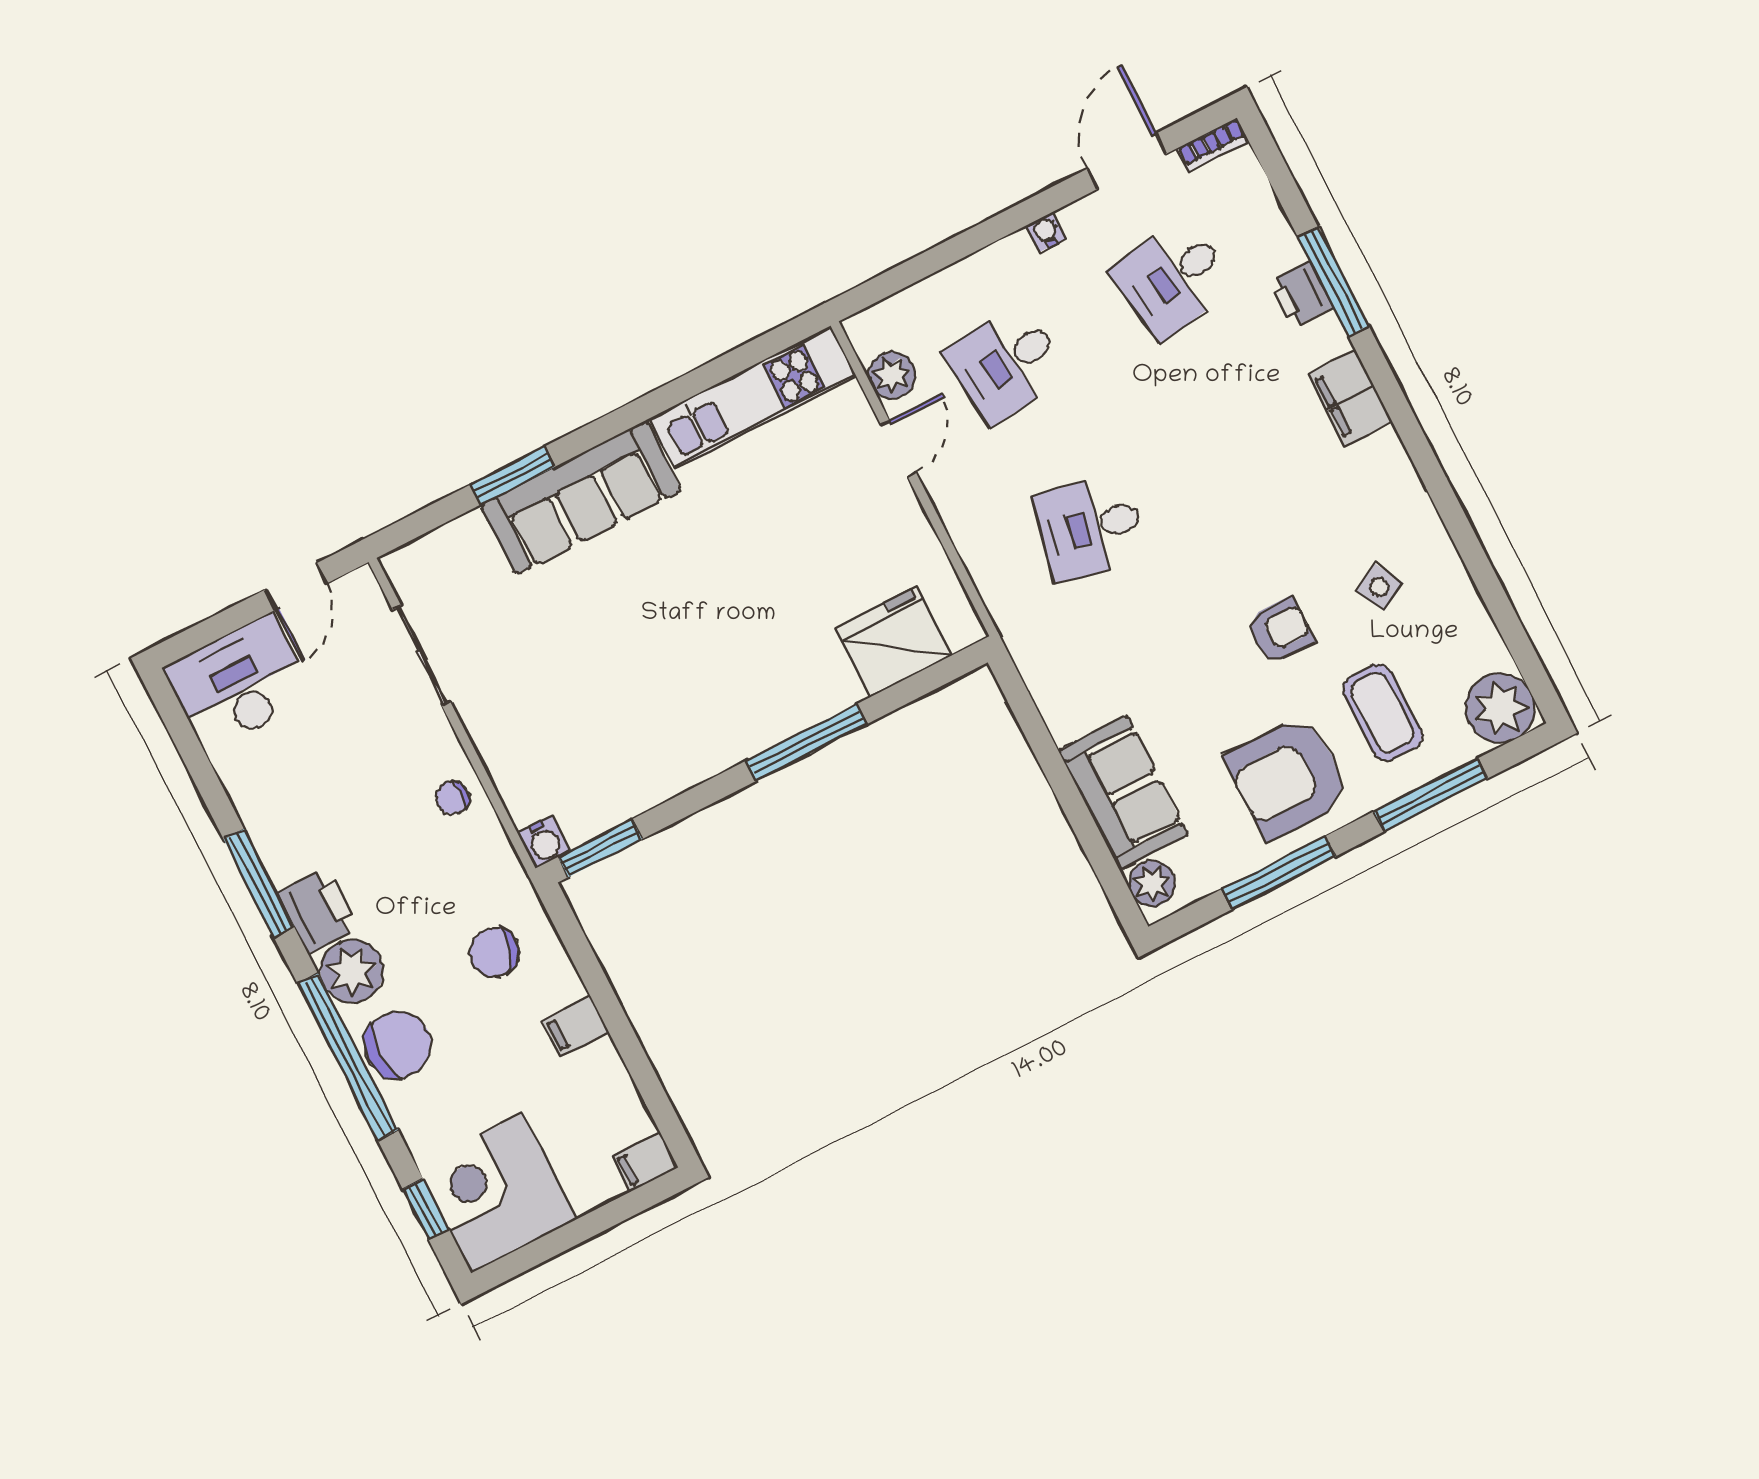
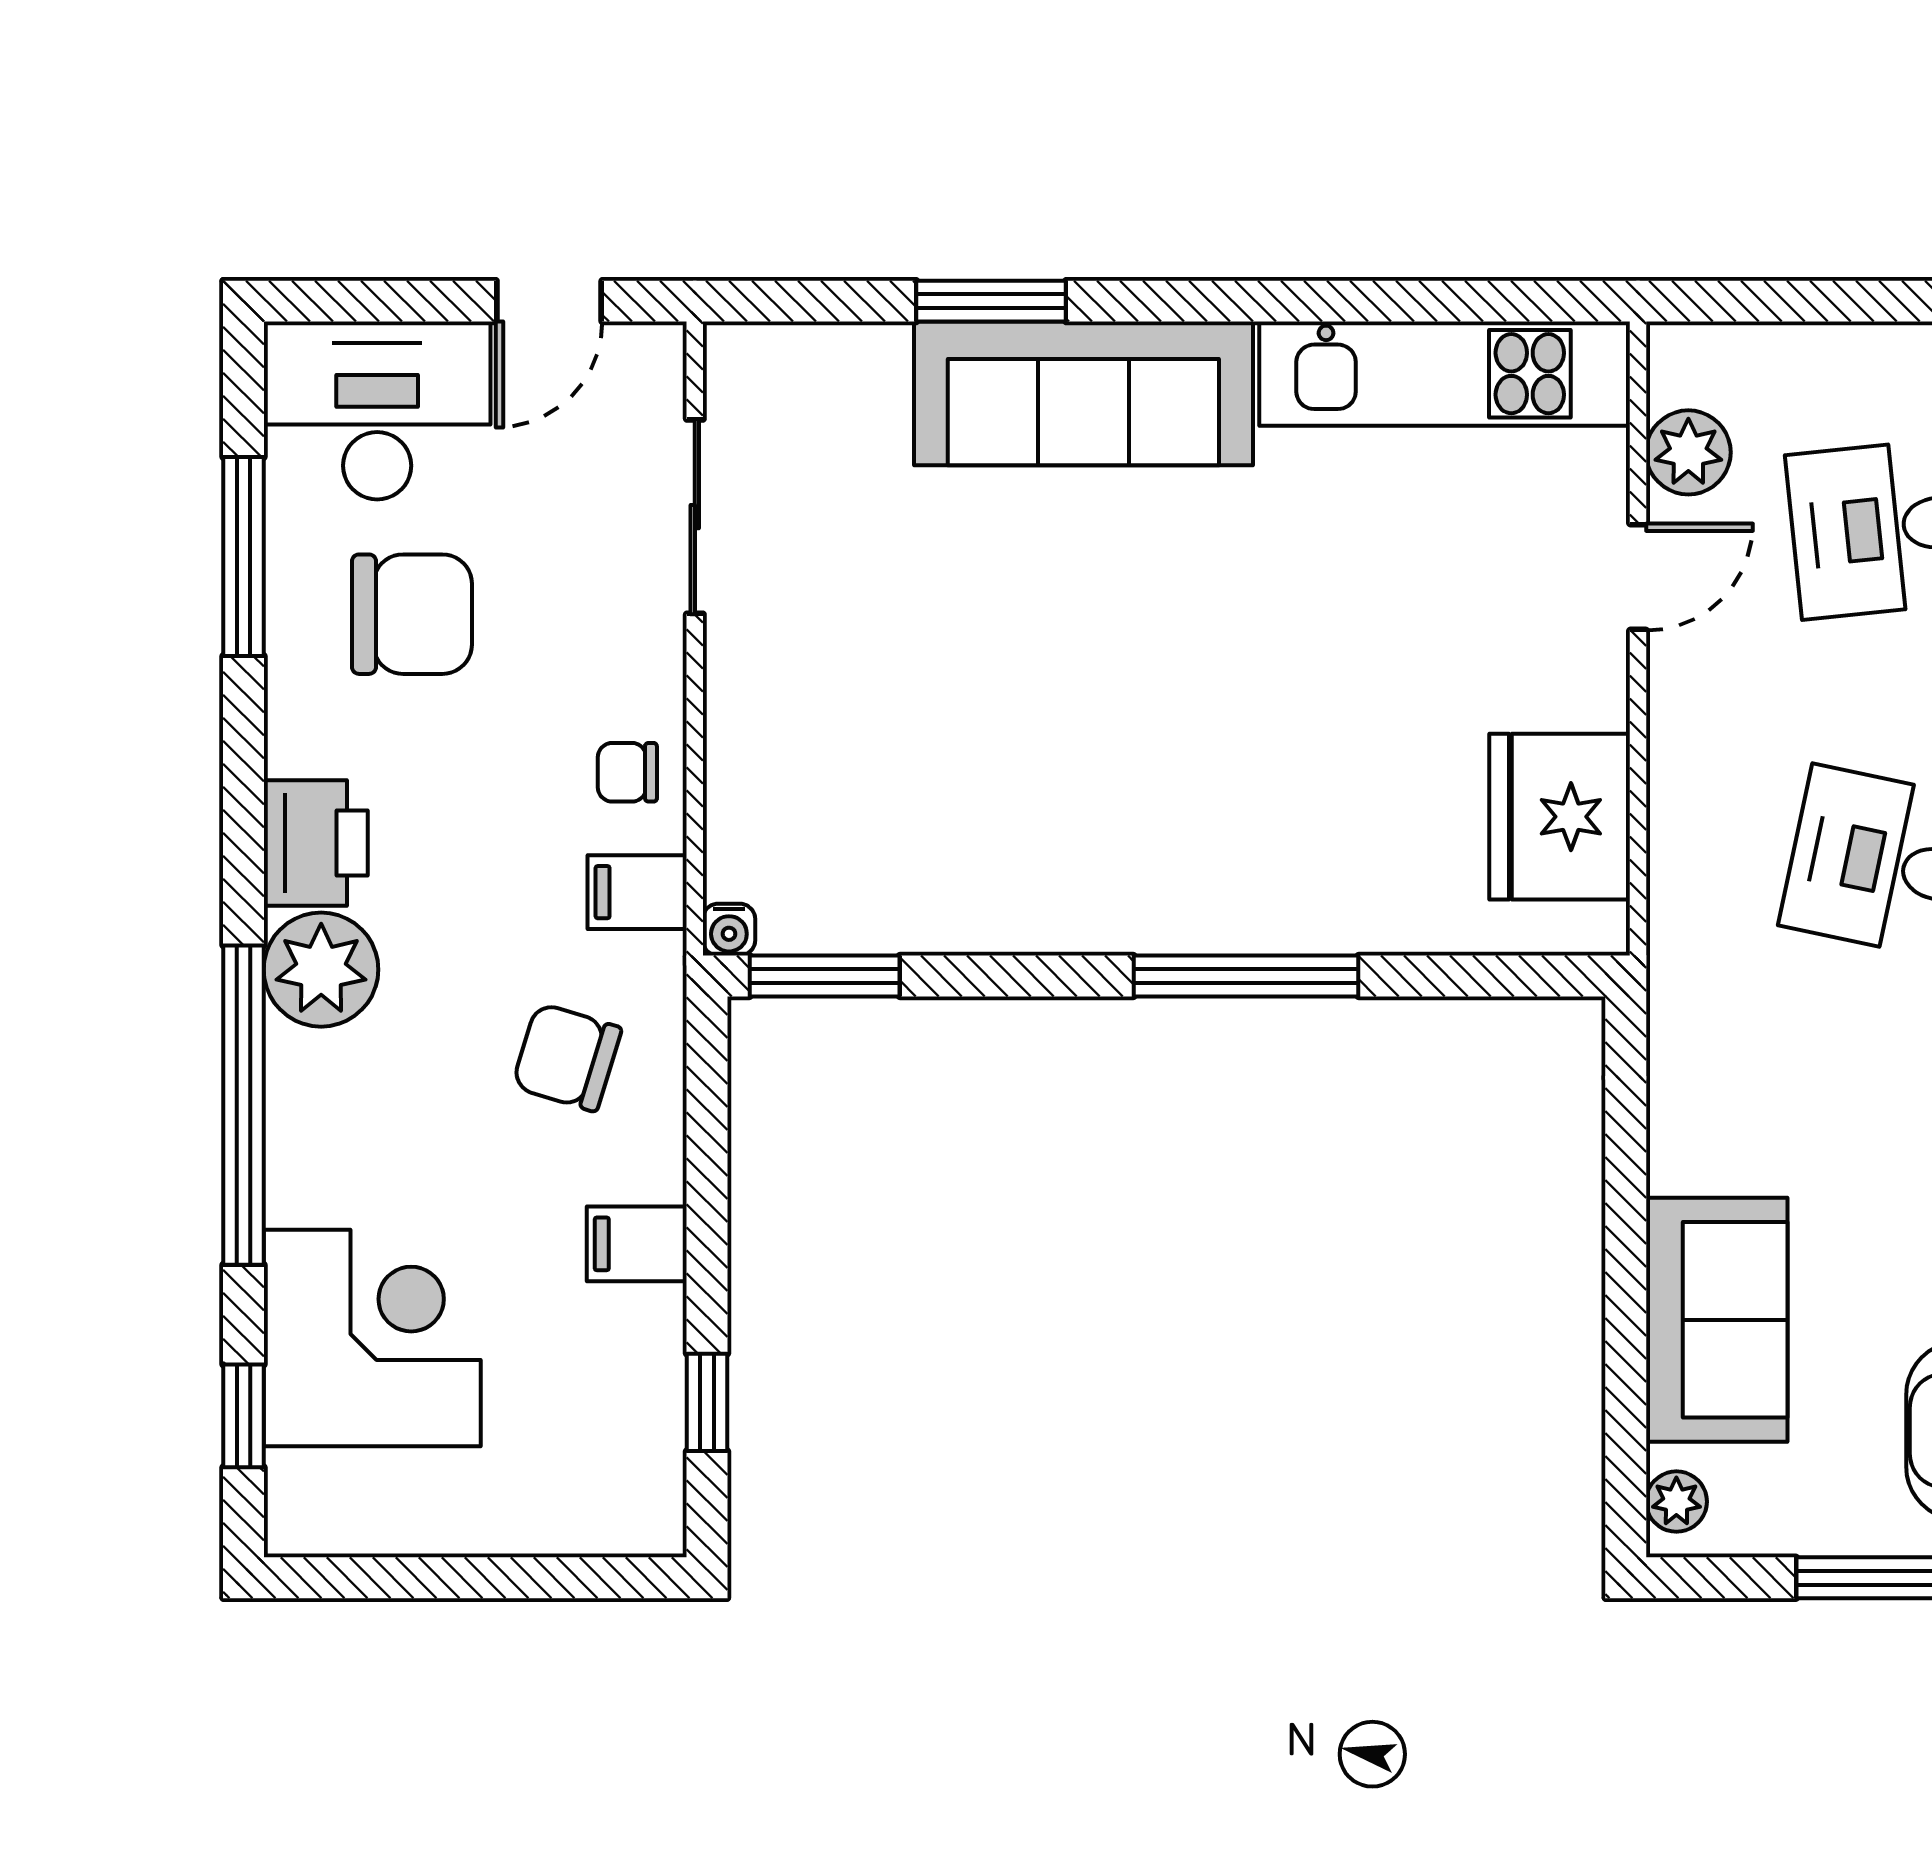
fridge: (894, 641) -> (1560, 817), moved, turned -90
water cooler: (544, 842) -> (729, 930), width x0.72, depth x0.72
window: (259, 883) -> (243, 557), moved
plant: (1152, 883) -> (1676, 1502), width x0.73, depth x0.73
chair: (398, 1045) -> (412, 614), moved
window: (649, 1086) -> (707, 1402), added
filing cabinet: (645, 1162) -> (637, 892), moved
corner desk: (497, 1193) -> (372, 1338), moved, turned 90

